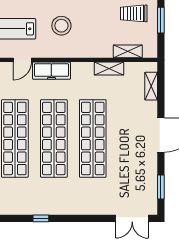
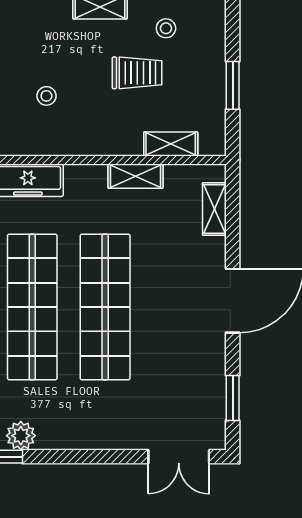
trolley: (134, 13) -> (137, 73), moved, turned 180
stool: (61, 26) -> (46, 96), width x0.53, depth x0.53
plant: (48, 207) -> (21, 436), added

